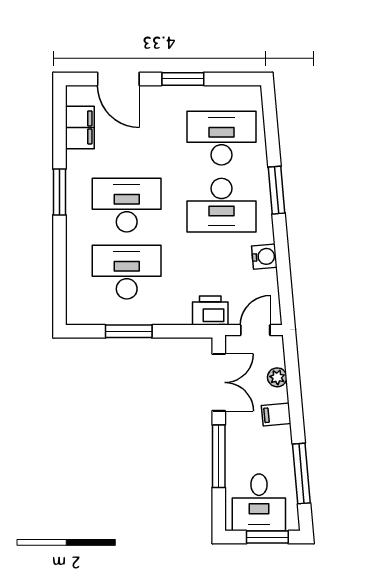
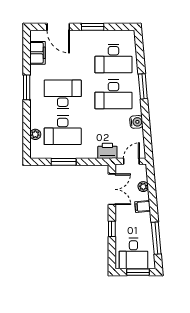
desk: (222, 138) -> (113, 59), turned 180
desk: (127, 272) -> (63, 130), turned 180
plant: (76, 280) -> (35, 134), added
window: (219, 456) -> (112, 229), width x0.46

